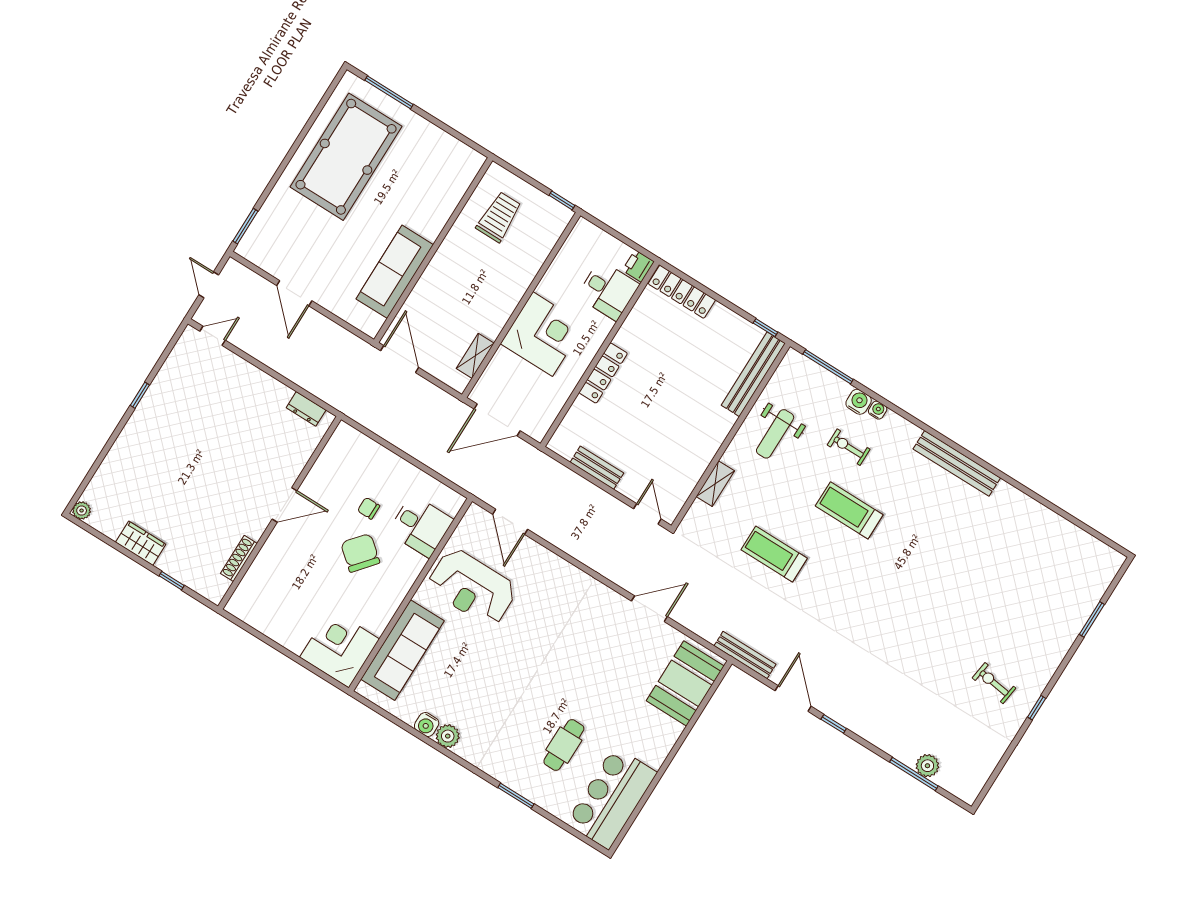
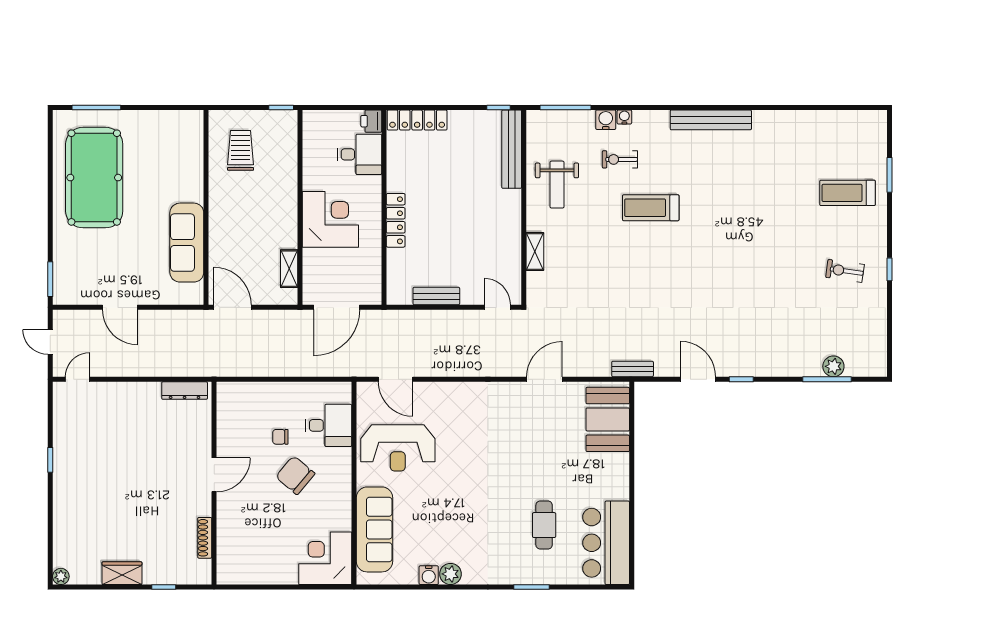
dresser: (306, 409) -> (185, 391), width x1.44
treadmill: (774, 554) -> (848, 193), moved
bench: (745, 655) -> (633, 369), width x0.73

